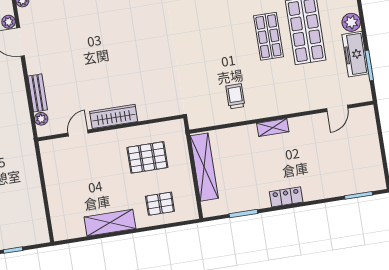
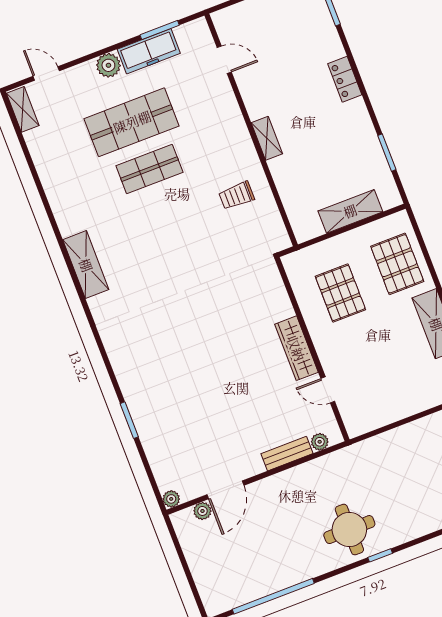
shelving: (204, 167) -> (350, 211), width x0.68
locker: (286, 197) -> (345, 79), moved
pallet: (160, 204) -> (397, 264), width x1.50, depth x1.42

